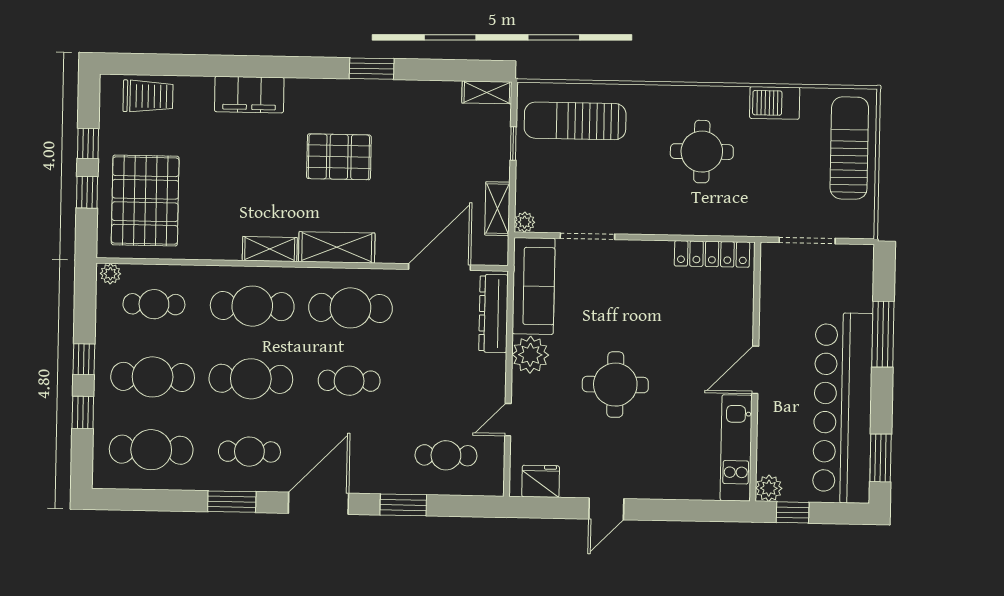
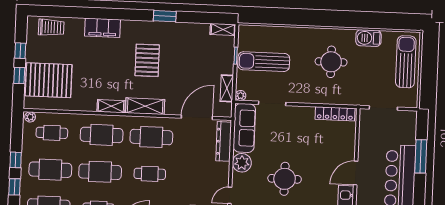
sun lounger: (575, 121) -> (264, 62), moved
pallet: (339, 157) -> (147, 60), turned 90
pallet: (145, 200) -> (49, 80), turned 90

